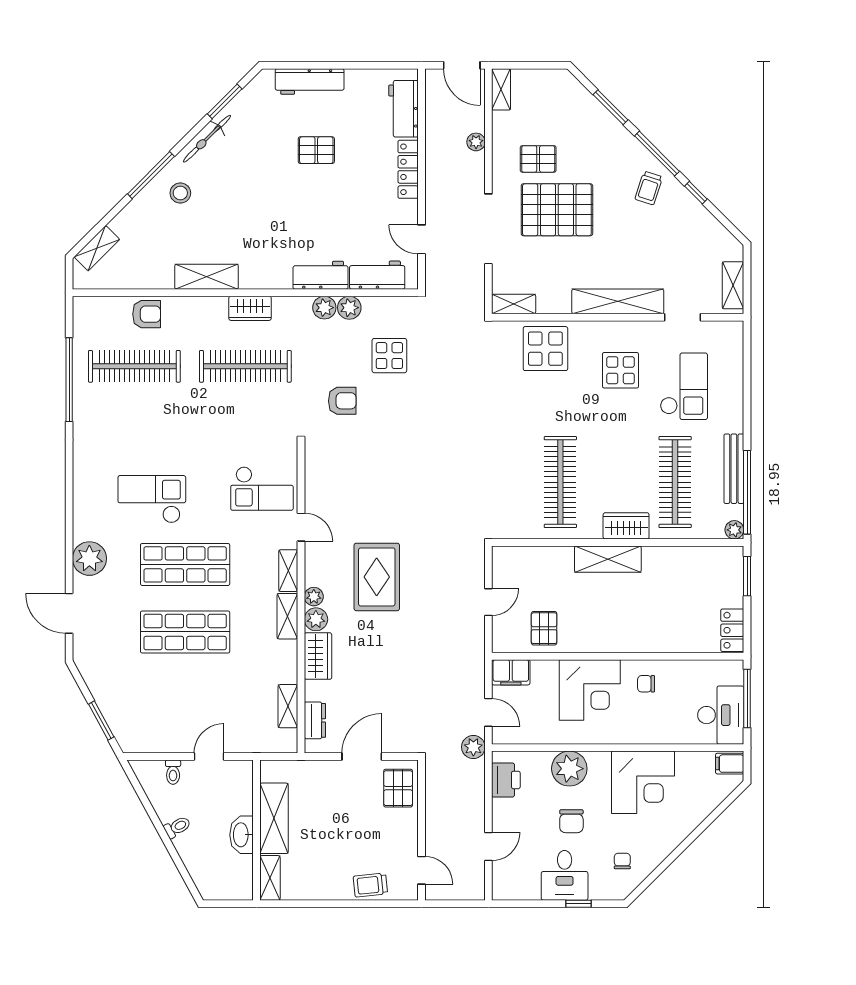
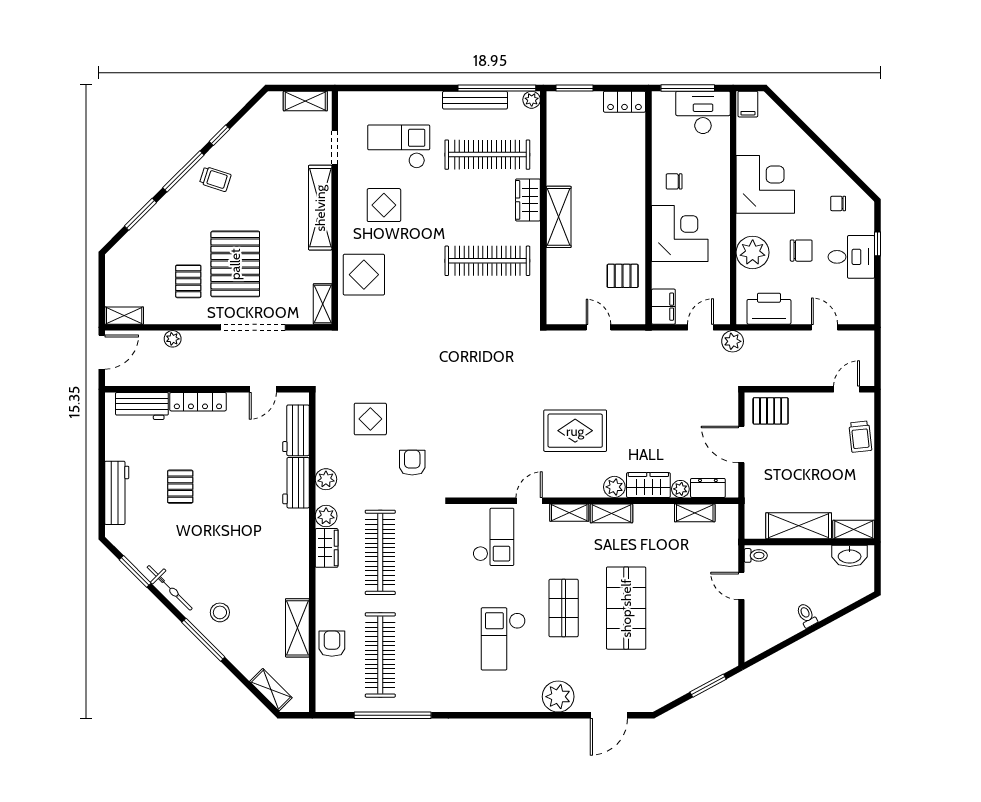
shelving: (207, 277) -> (297, 628), moved
plant: (349, 308) -> (326, 516), moved
shop shelf: (185, 564) -> (564, 608), width x0.70, depth x0.74
plant: (314, 597) -> (680, 489), moved
chair: (646, 684) -> (674, 181), turned 90
toilet: (173, 772) -> (756, 555), moved
printer: (506, 780) -> (769, 309), width x1.37, depth x1.19
washbasin: (242, 835) -> (850, 556), moved

